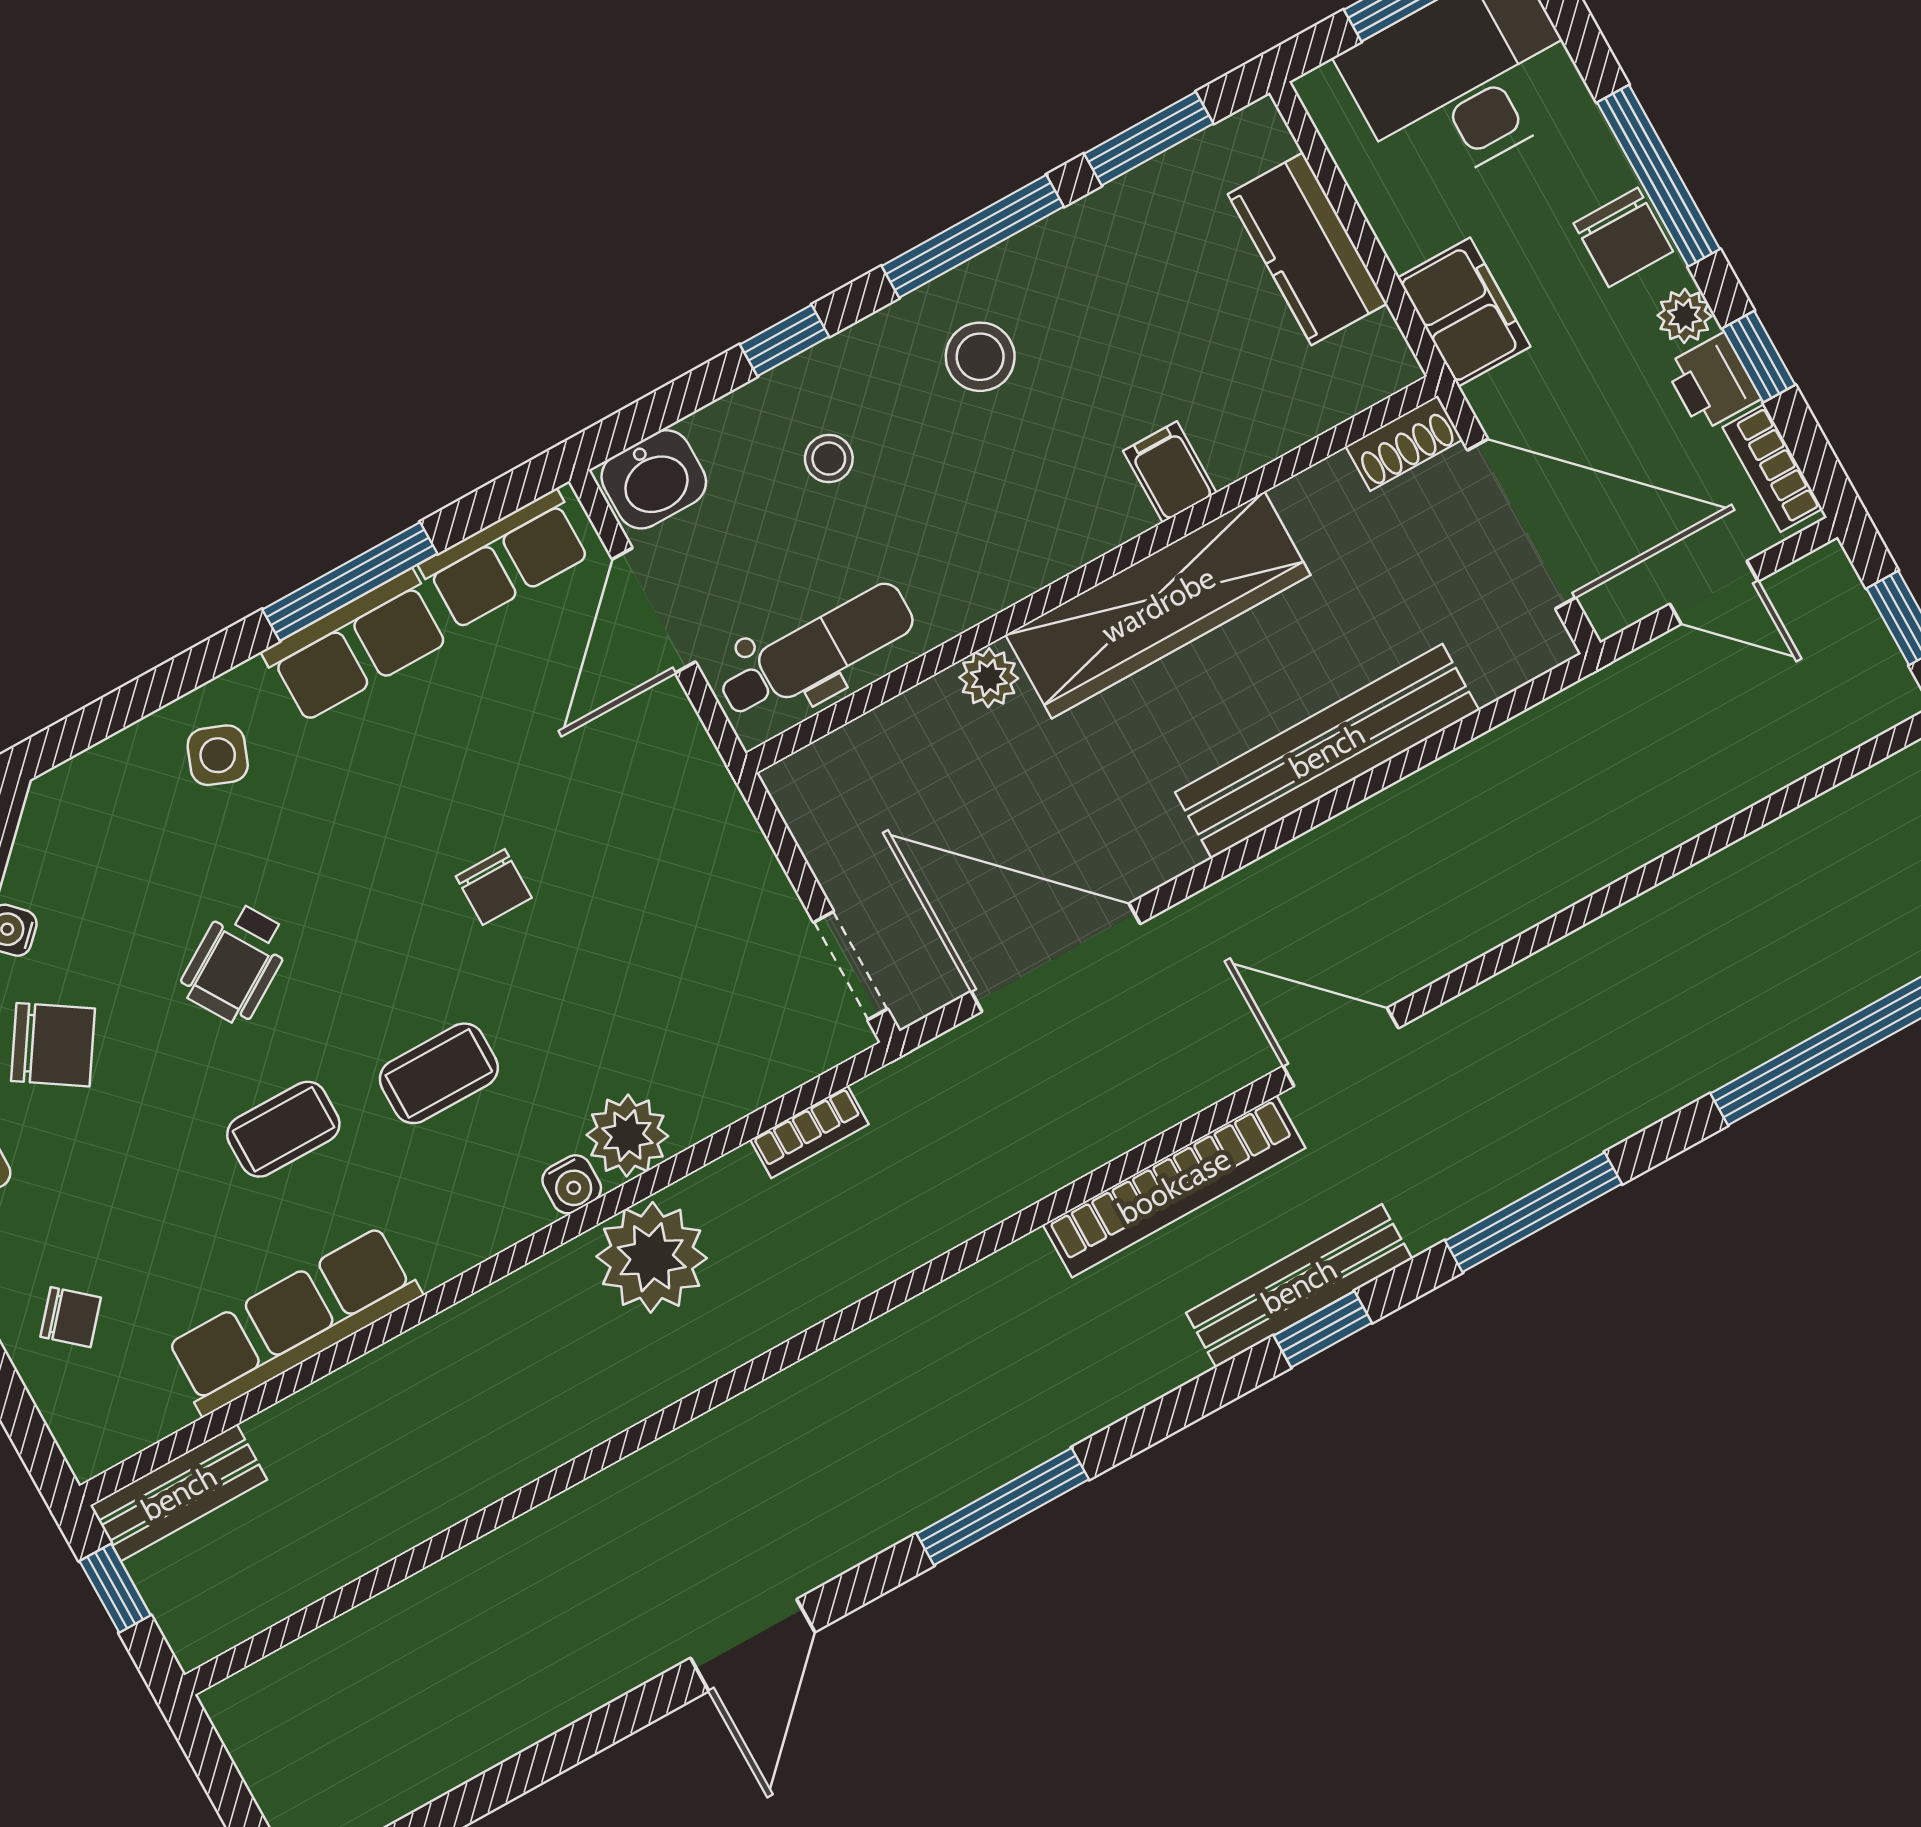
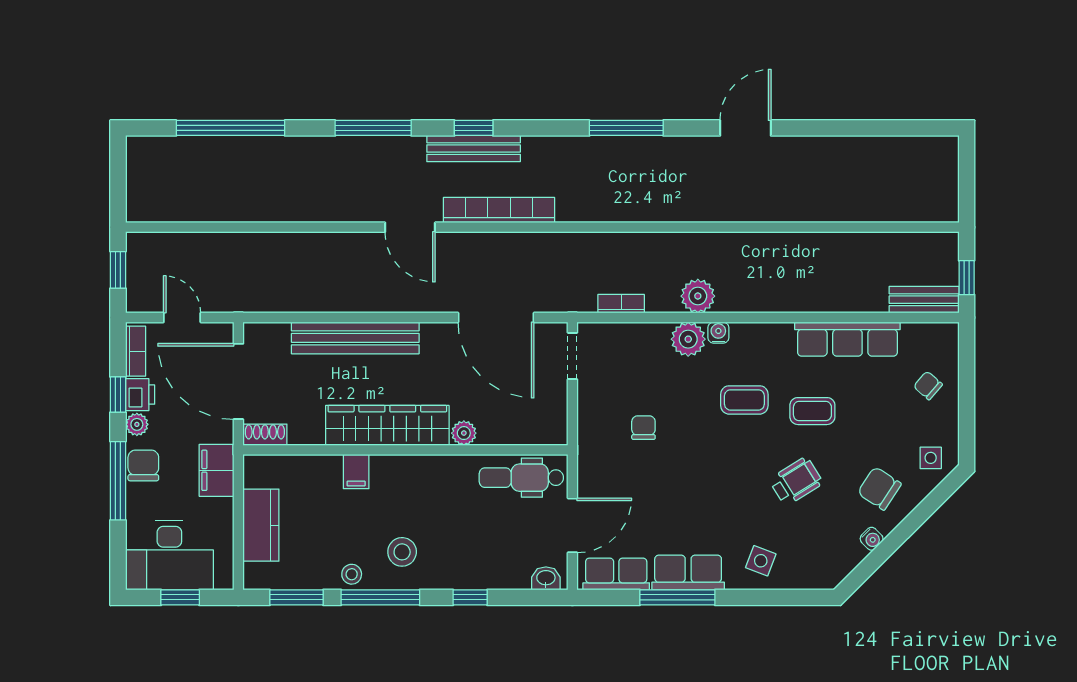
stool: (829, 459) -> (352, 574), moved
washbasin: (654, 479) -> (546, 578), width x0.72, depth x0.69
chair: (494, 887) -> (643, 428), moved
plant: (652, 1257) -> (698, 296), width x0.73, depth x0.73

